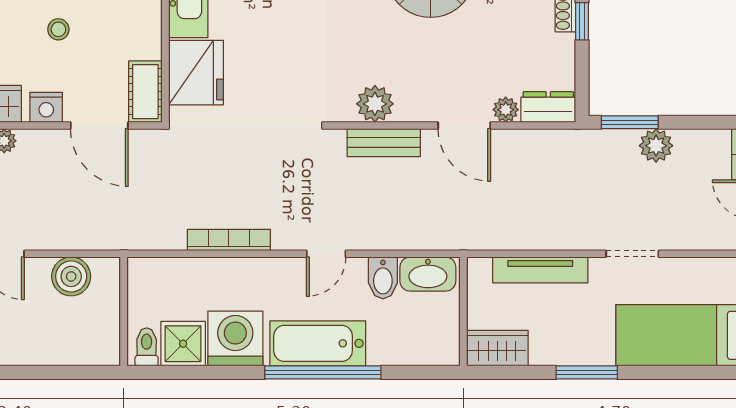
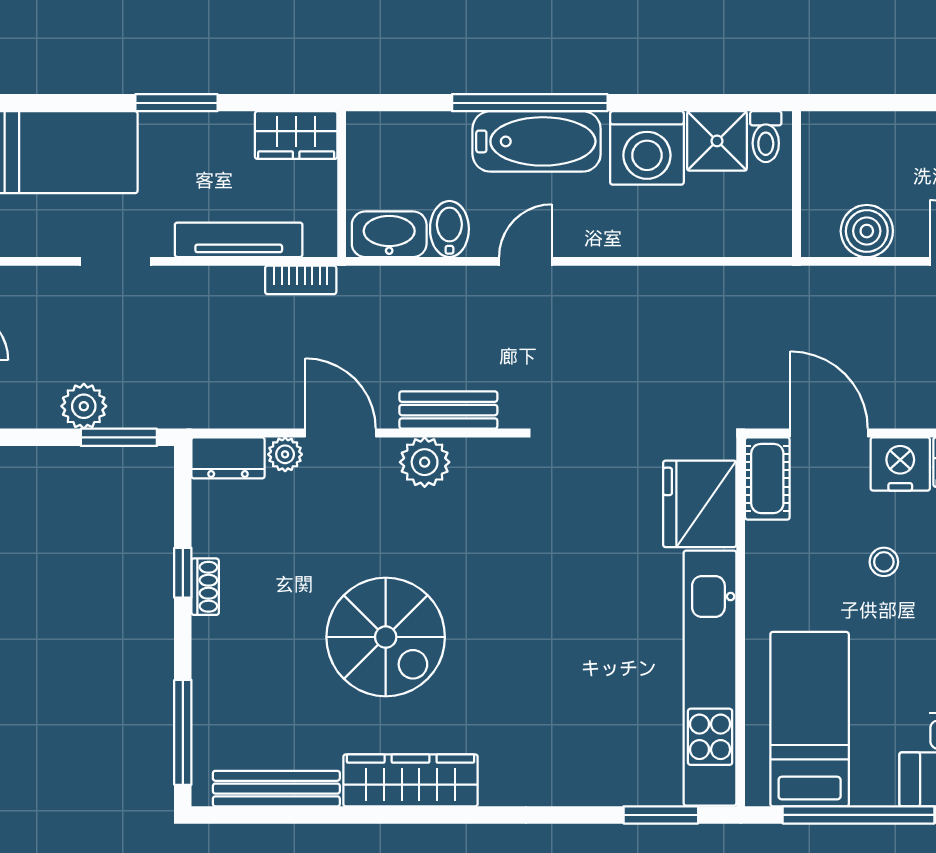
plant: (375, 104) -> (425, 462), moved
nightstand: (46, 107) -> (900, 464), width x1.36, depth x1.33
bookcase: (229, 240) -> (301, 280), moved, width x0.64

